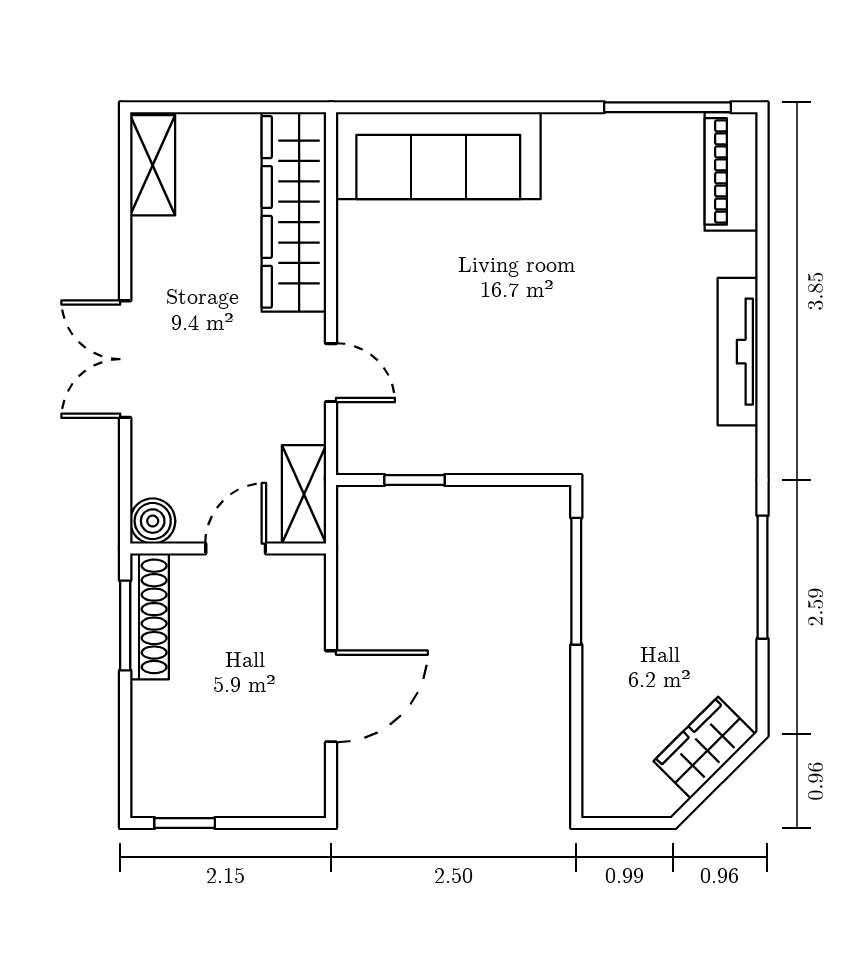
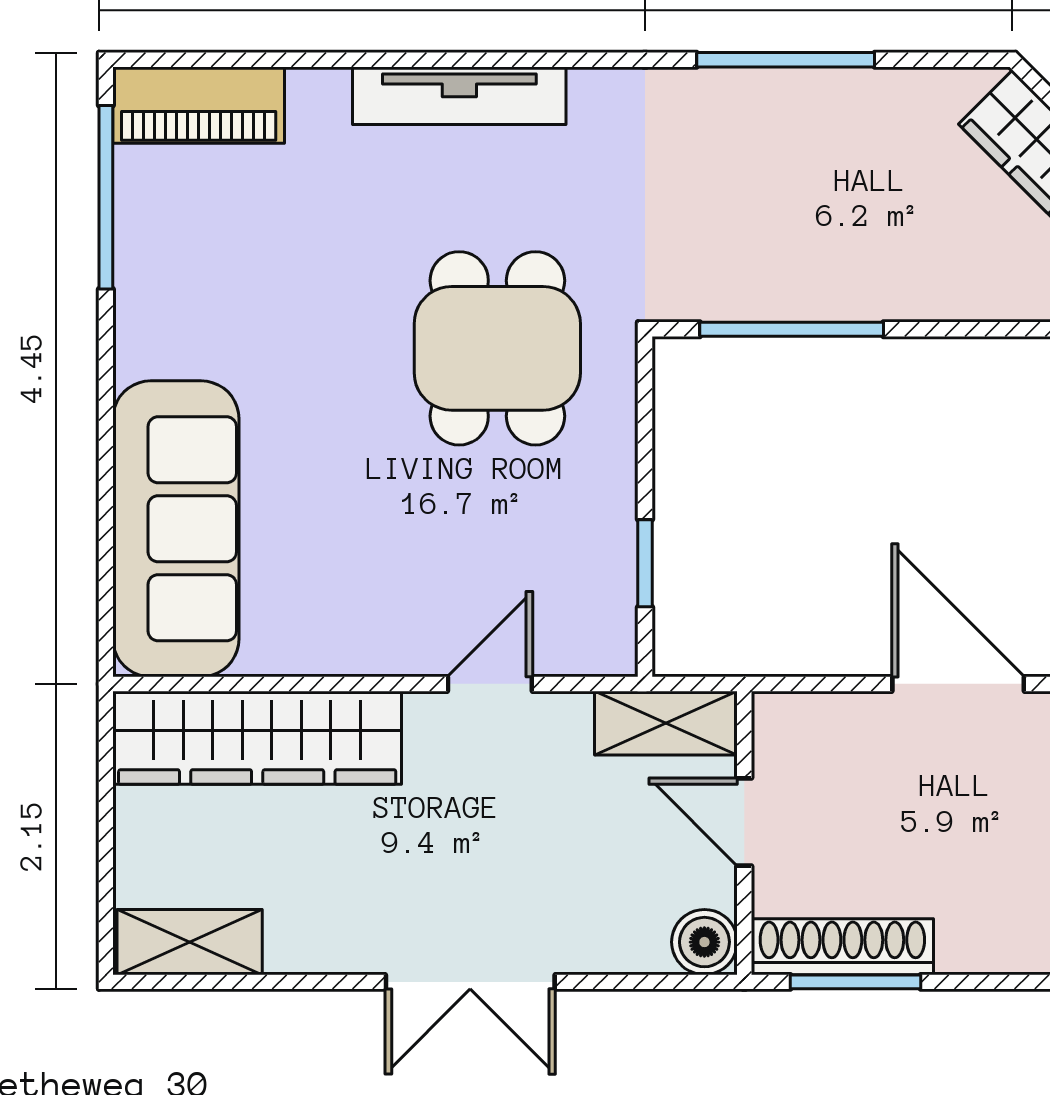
dining table: (563, 378) -> (497, 348), added

